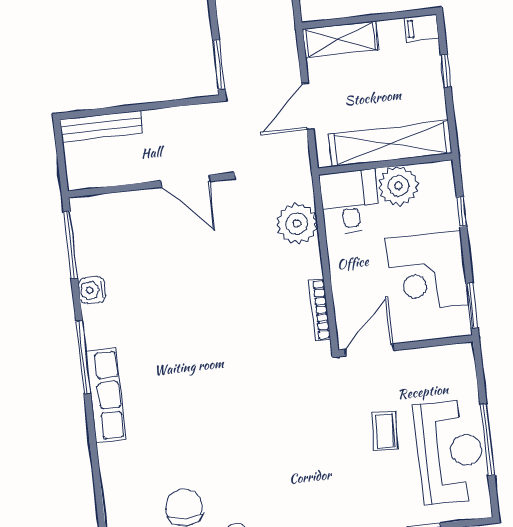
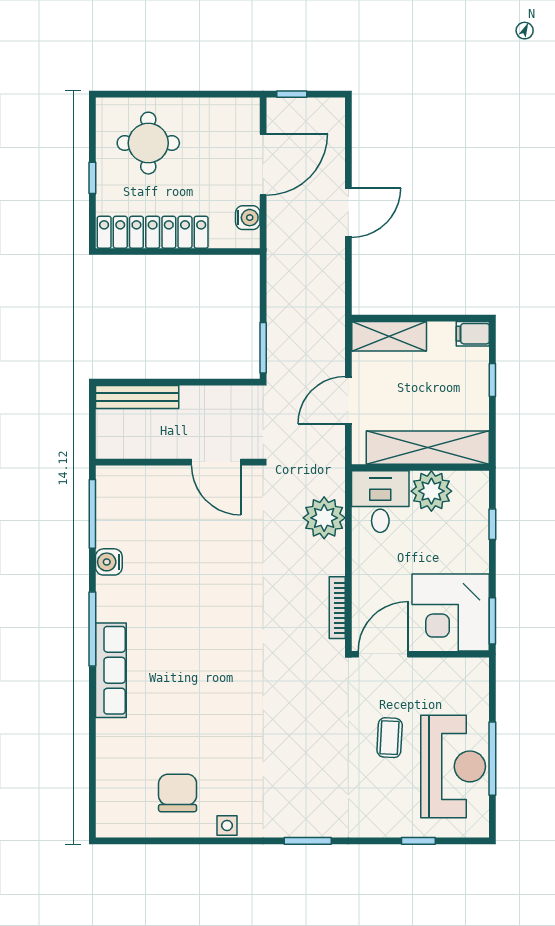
corner desk: (427, 272) -> (451, 612), moved

